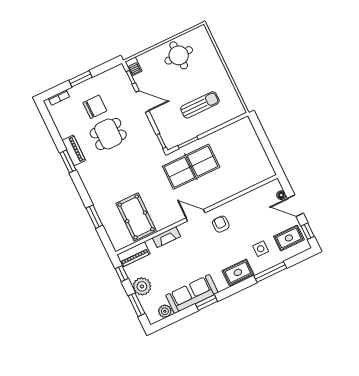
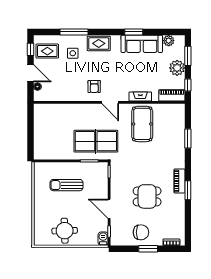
chair: (95, 107) -> (141, 232), moved, turned 180
piano: (74, 150) -> (179, 181), moved
pool table: (136, 217) -> (142, 124), moved

